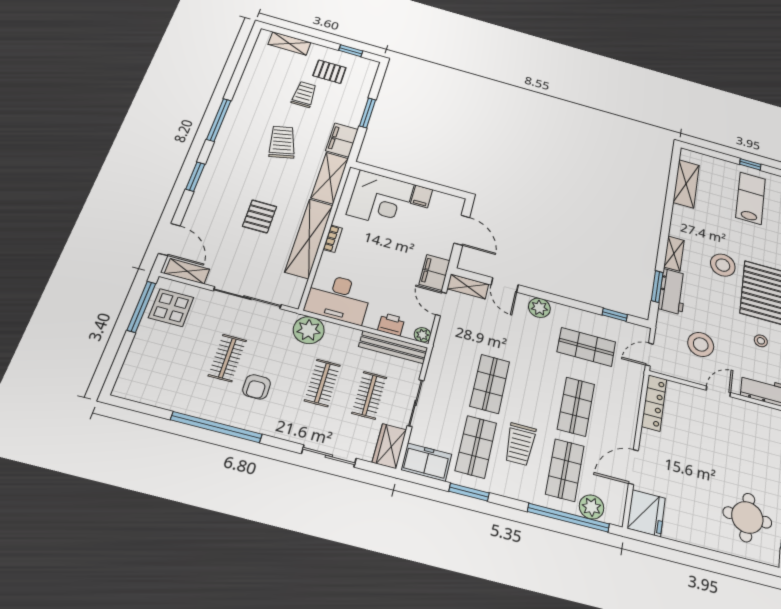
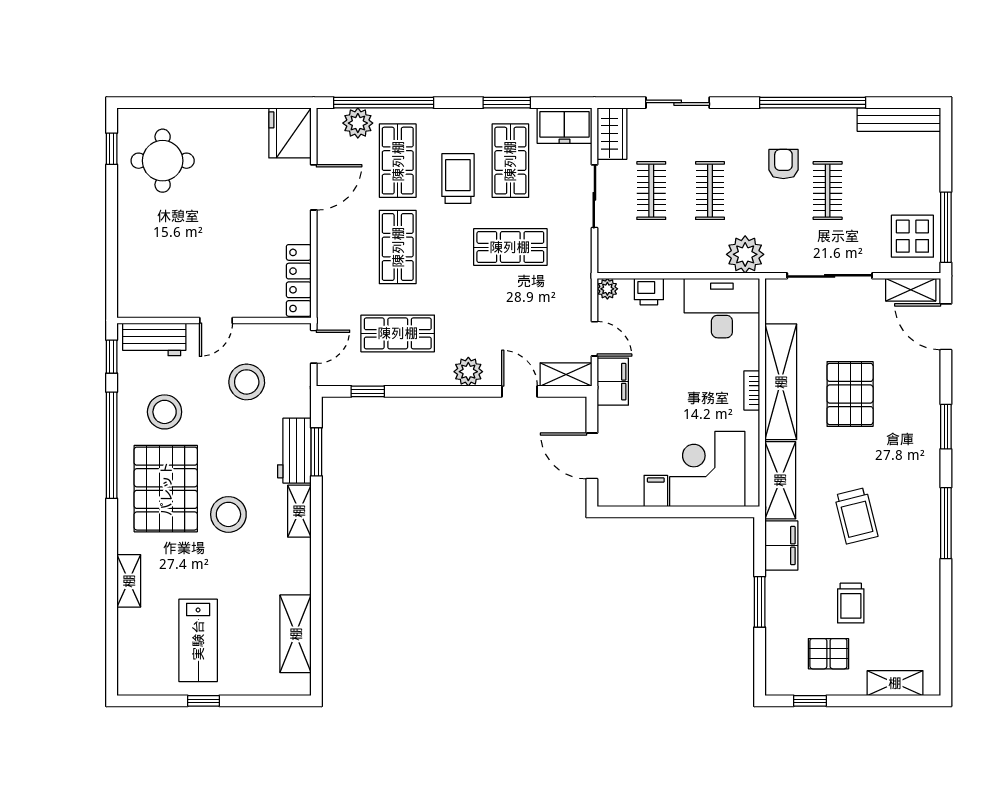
pallet: (260, 216) -> (850, 394), width x1.50, depth x1.42
stool: (761, 341) -> (165, 412), width x1.89, depth x1.89
bench: (393, 347) -> (899, 120), moved
shop shelf: (490, 384) -> (510, 247), turned 90

